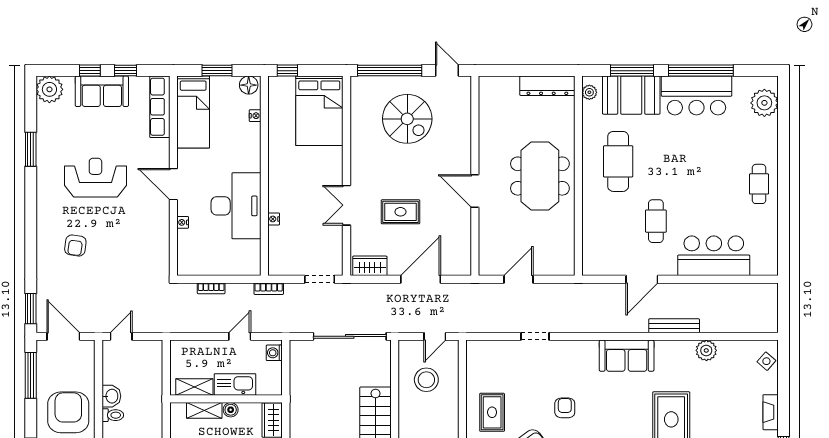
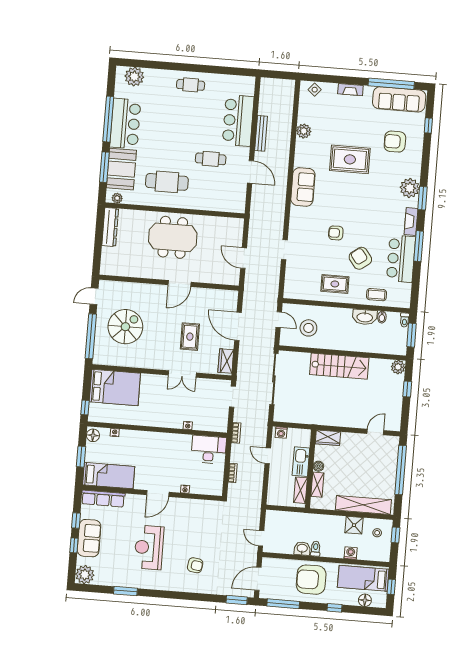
desk: (236, 206) -> (209, 450), moved, width x0.73, depth x0.77
bench: (674, 326) -> (261, 133), moved

